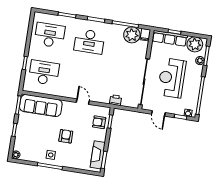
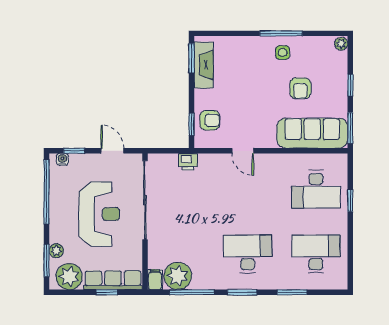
desk: (50, 35) -> (316, 254), turned 180
armchair: (66, 136) -> (300, 88), moved

